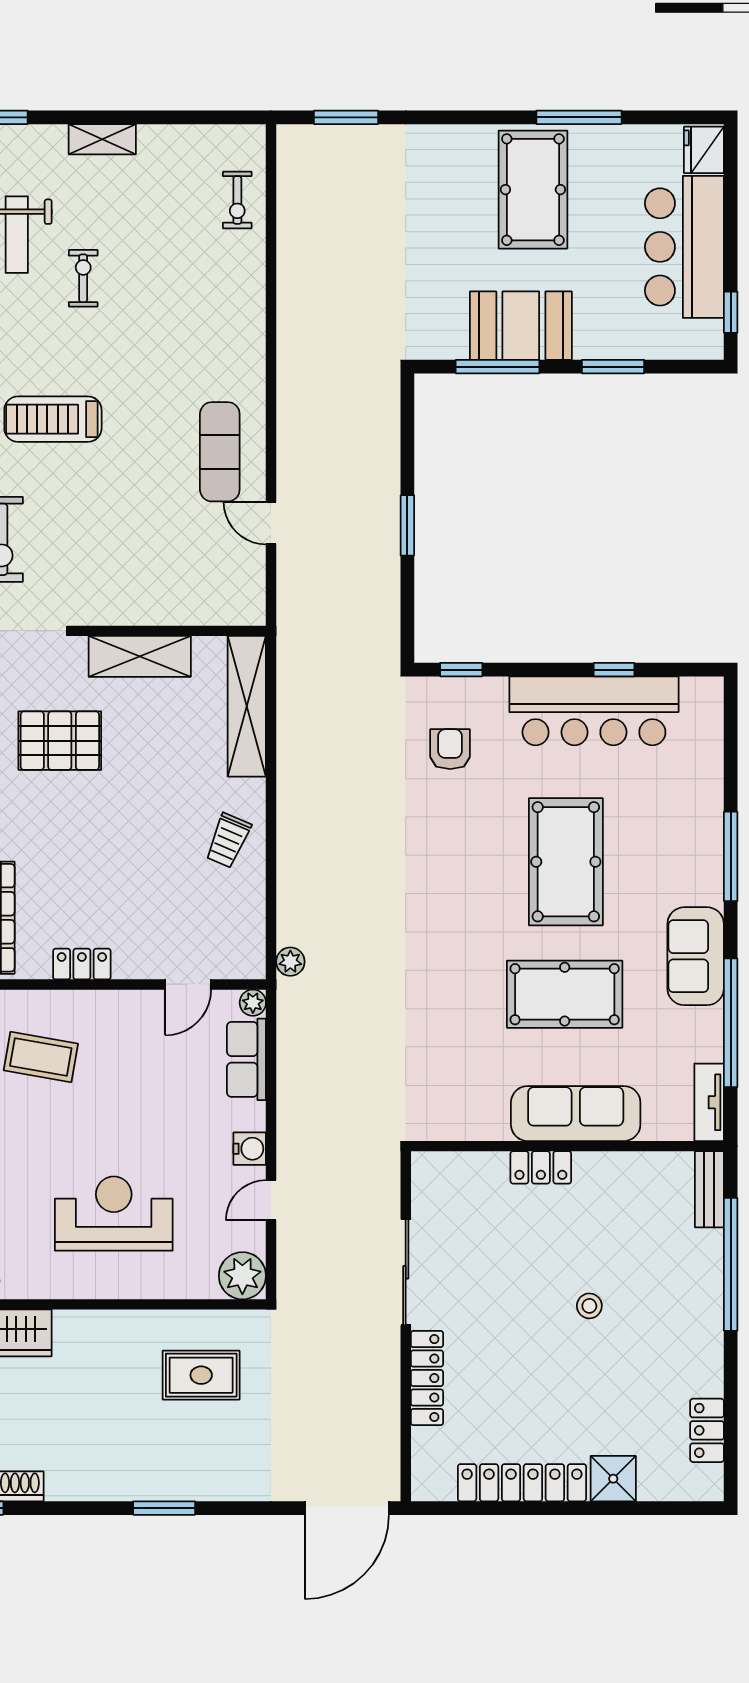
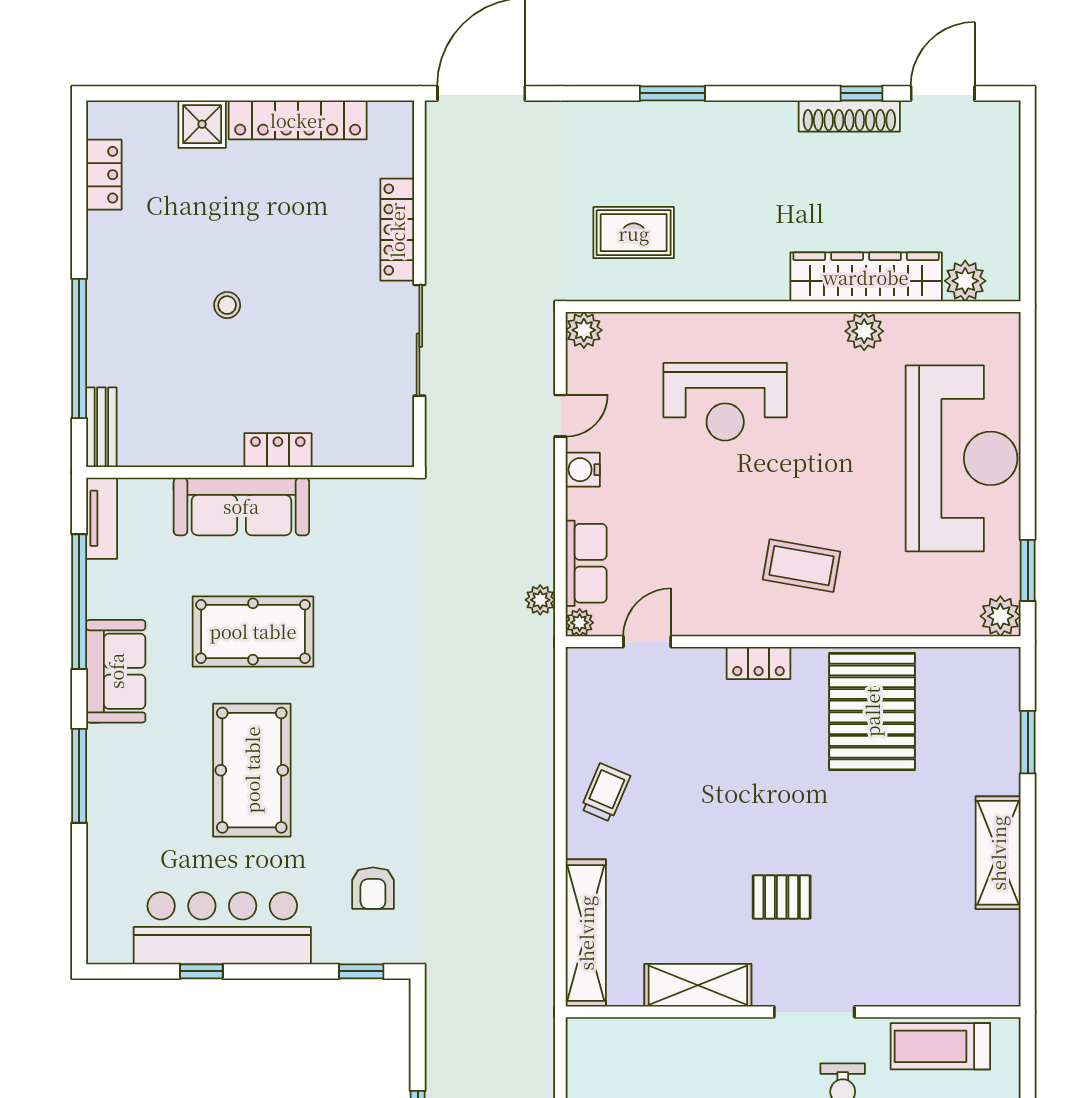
pallet: (60, 741) -> (782, 897), width x0.67, depth x0.71
plant: (290, 962) -> (540, 600), moved
plant: (242, 1276) -> (584, 330), width x0.73, depth x0.73

